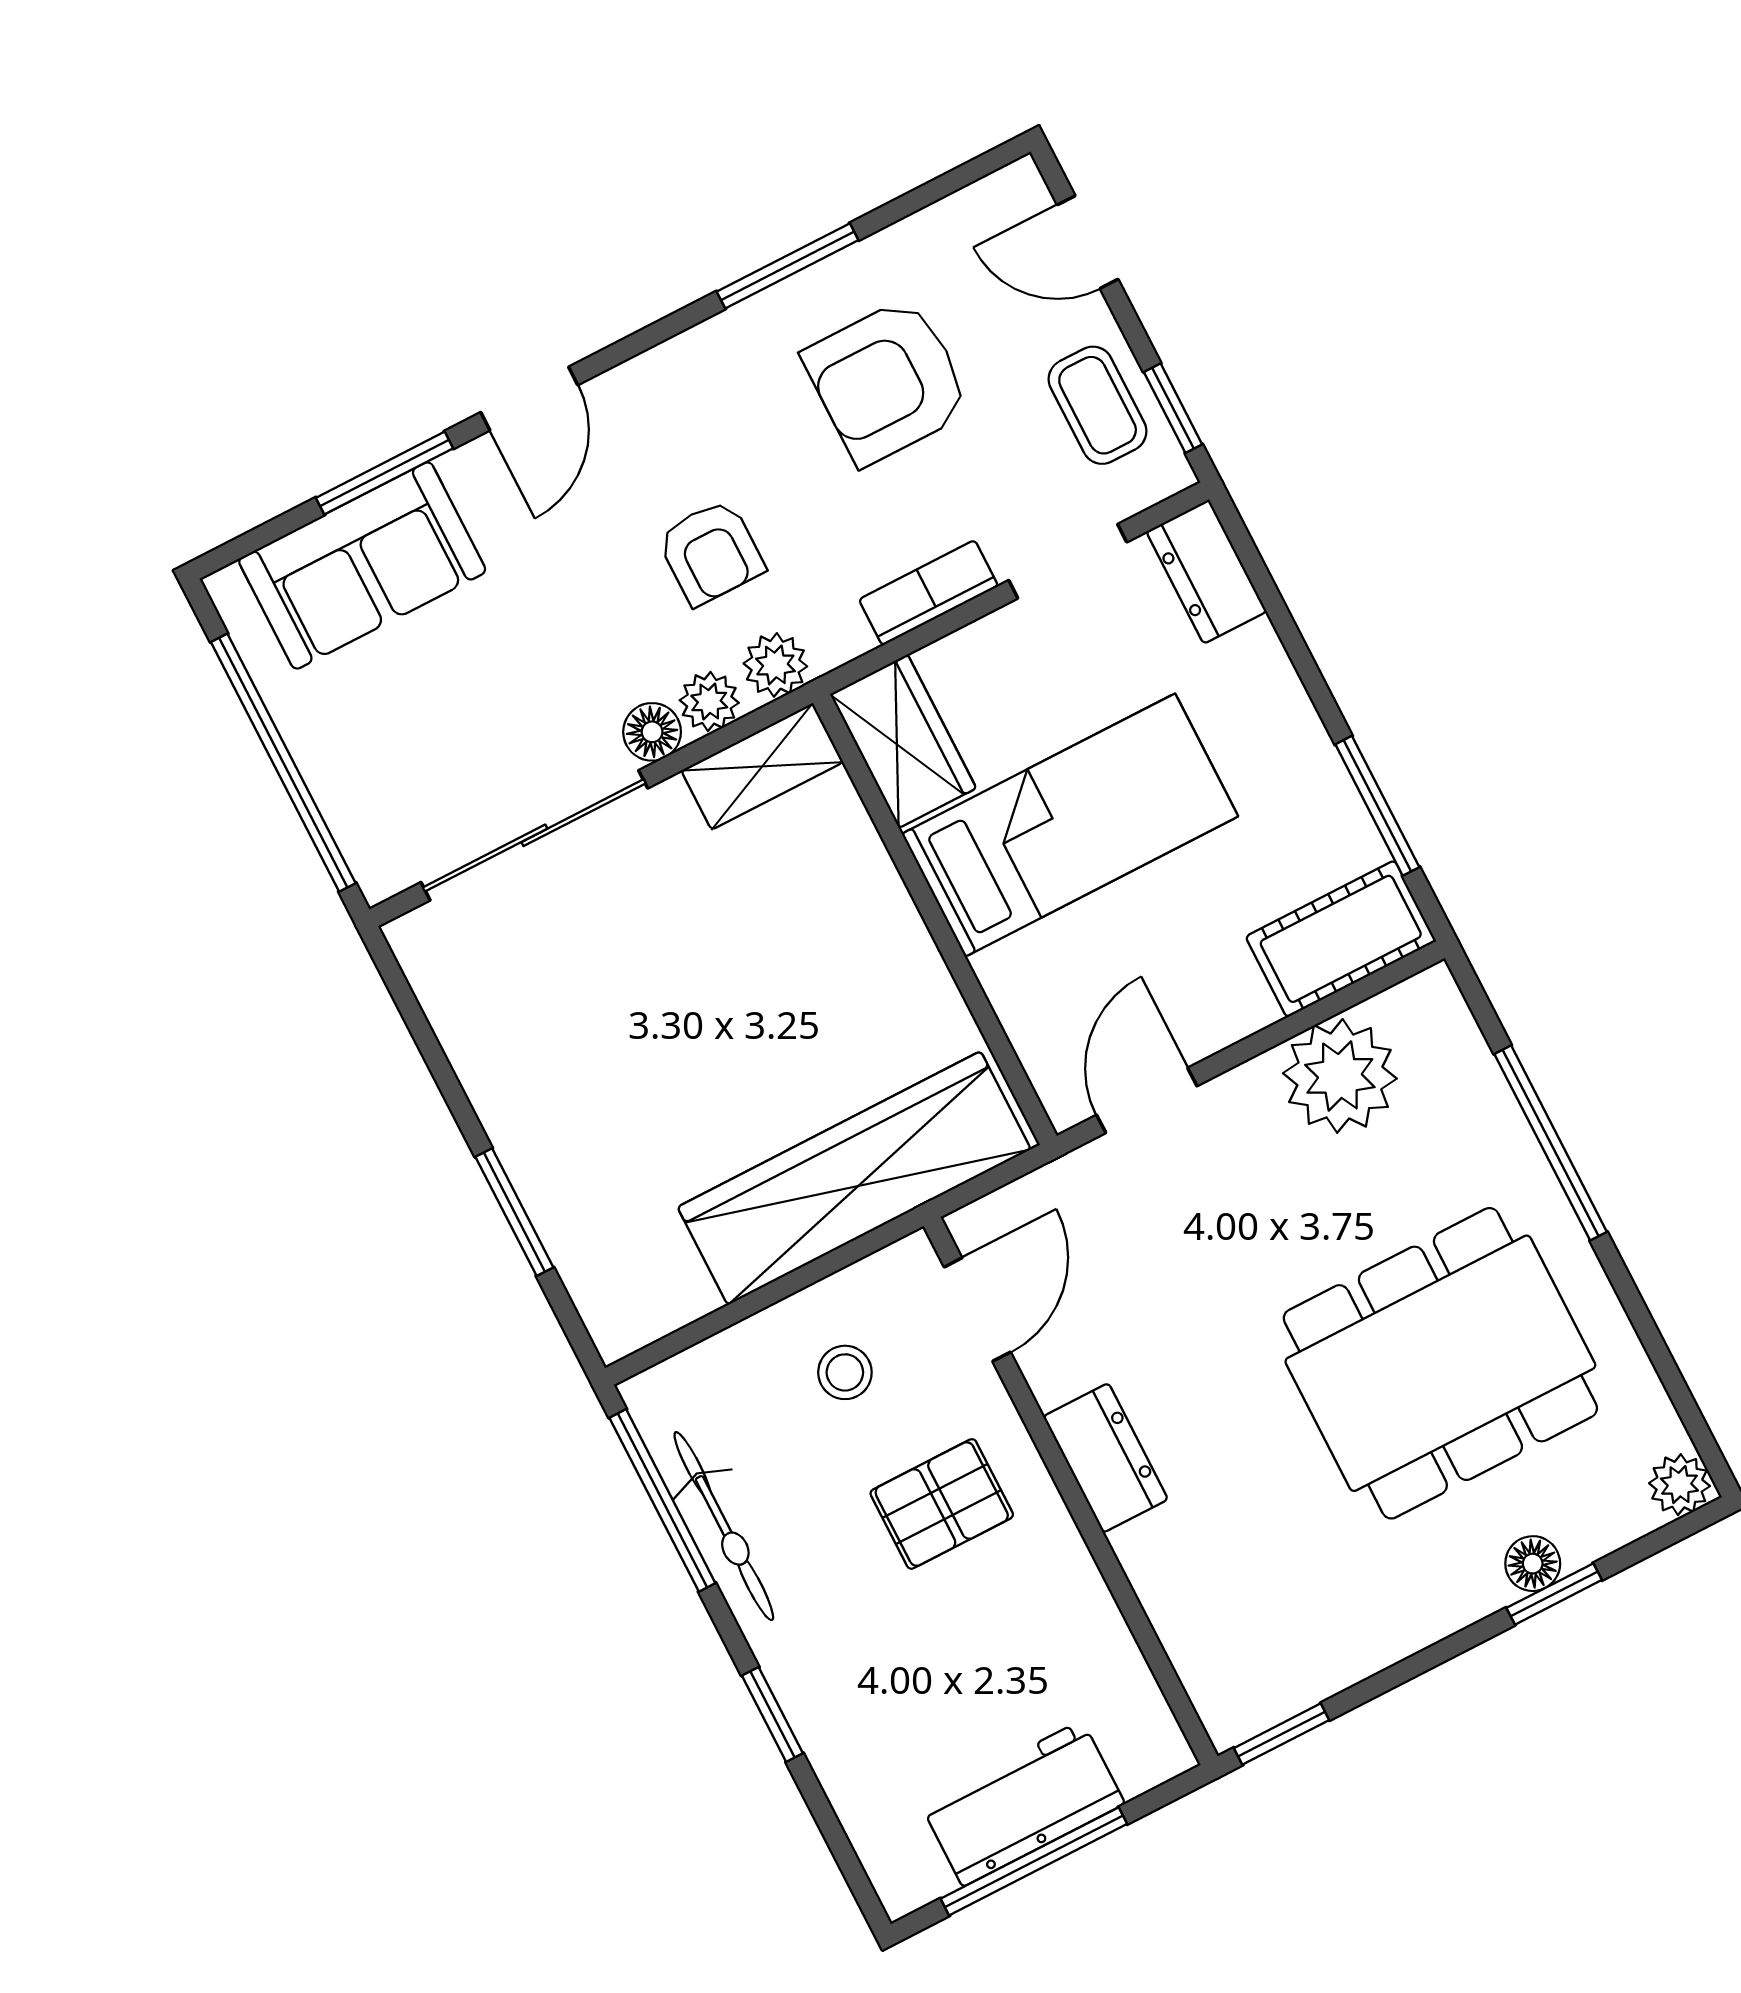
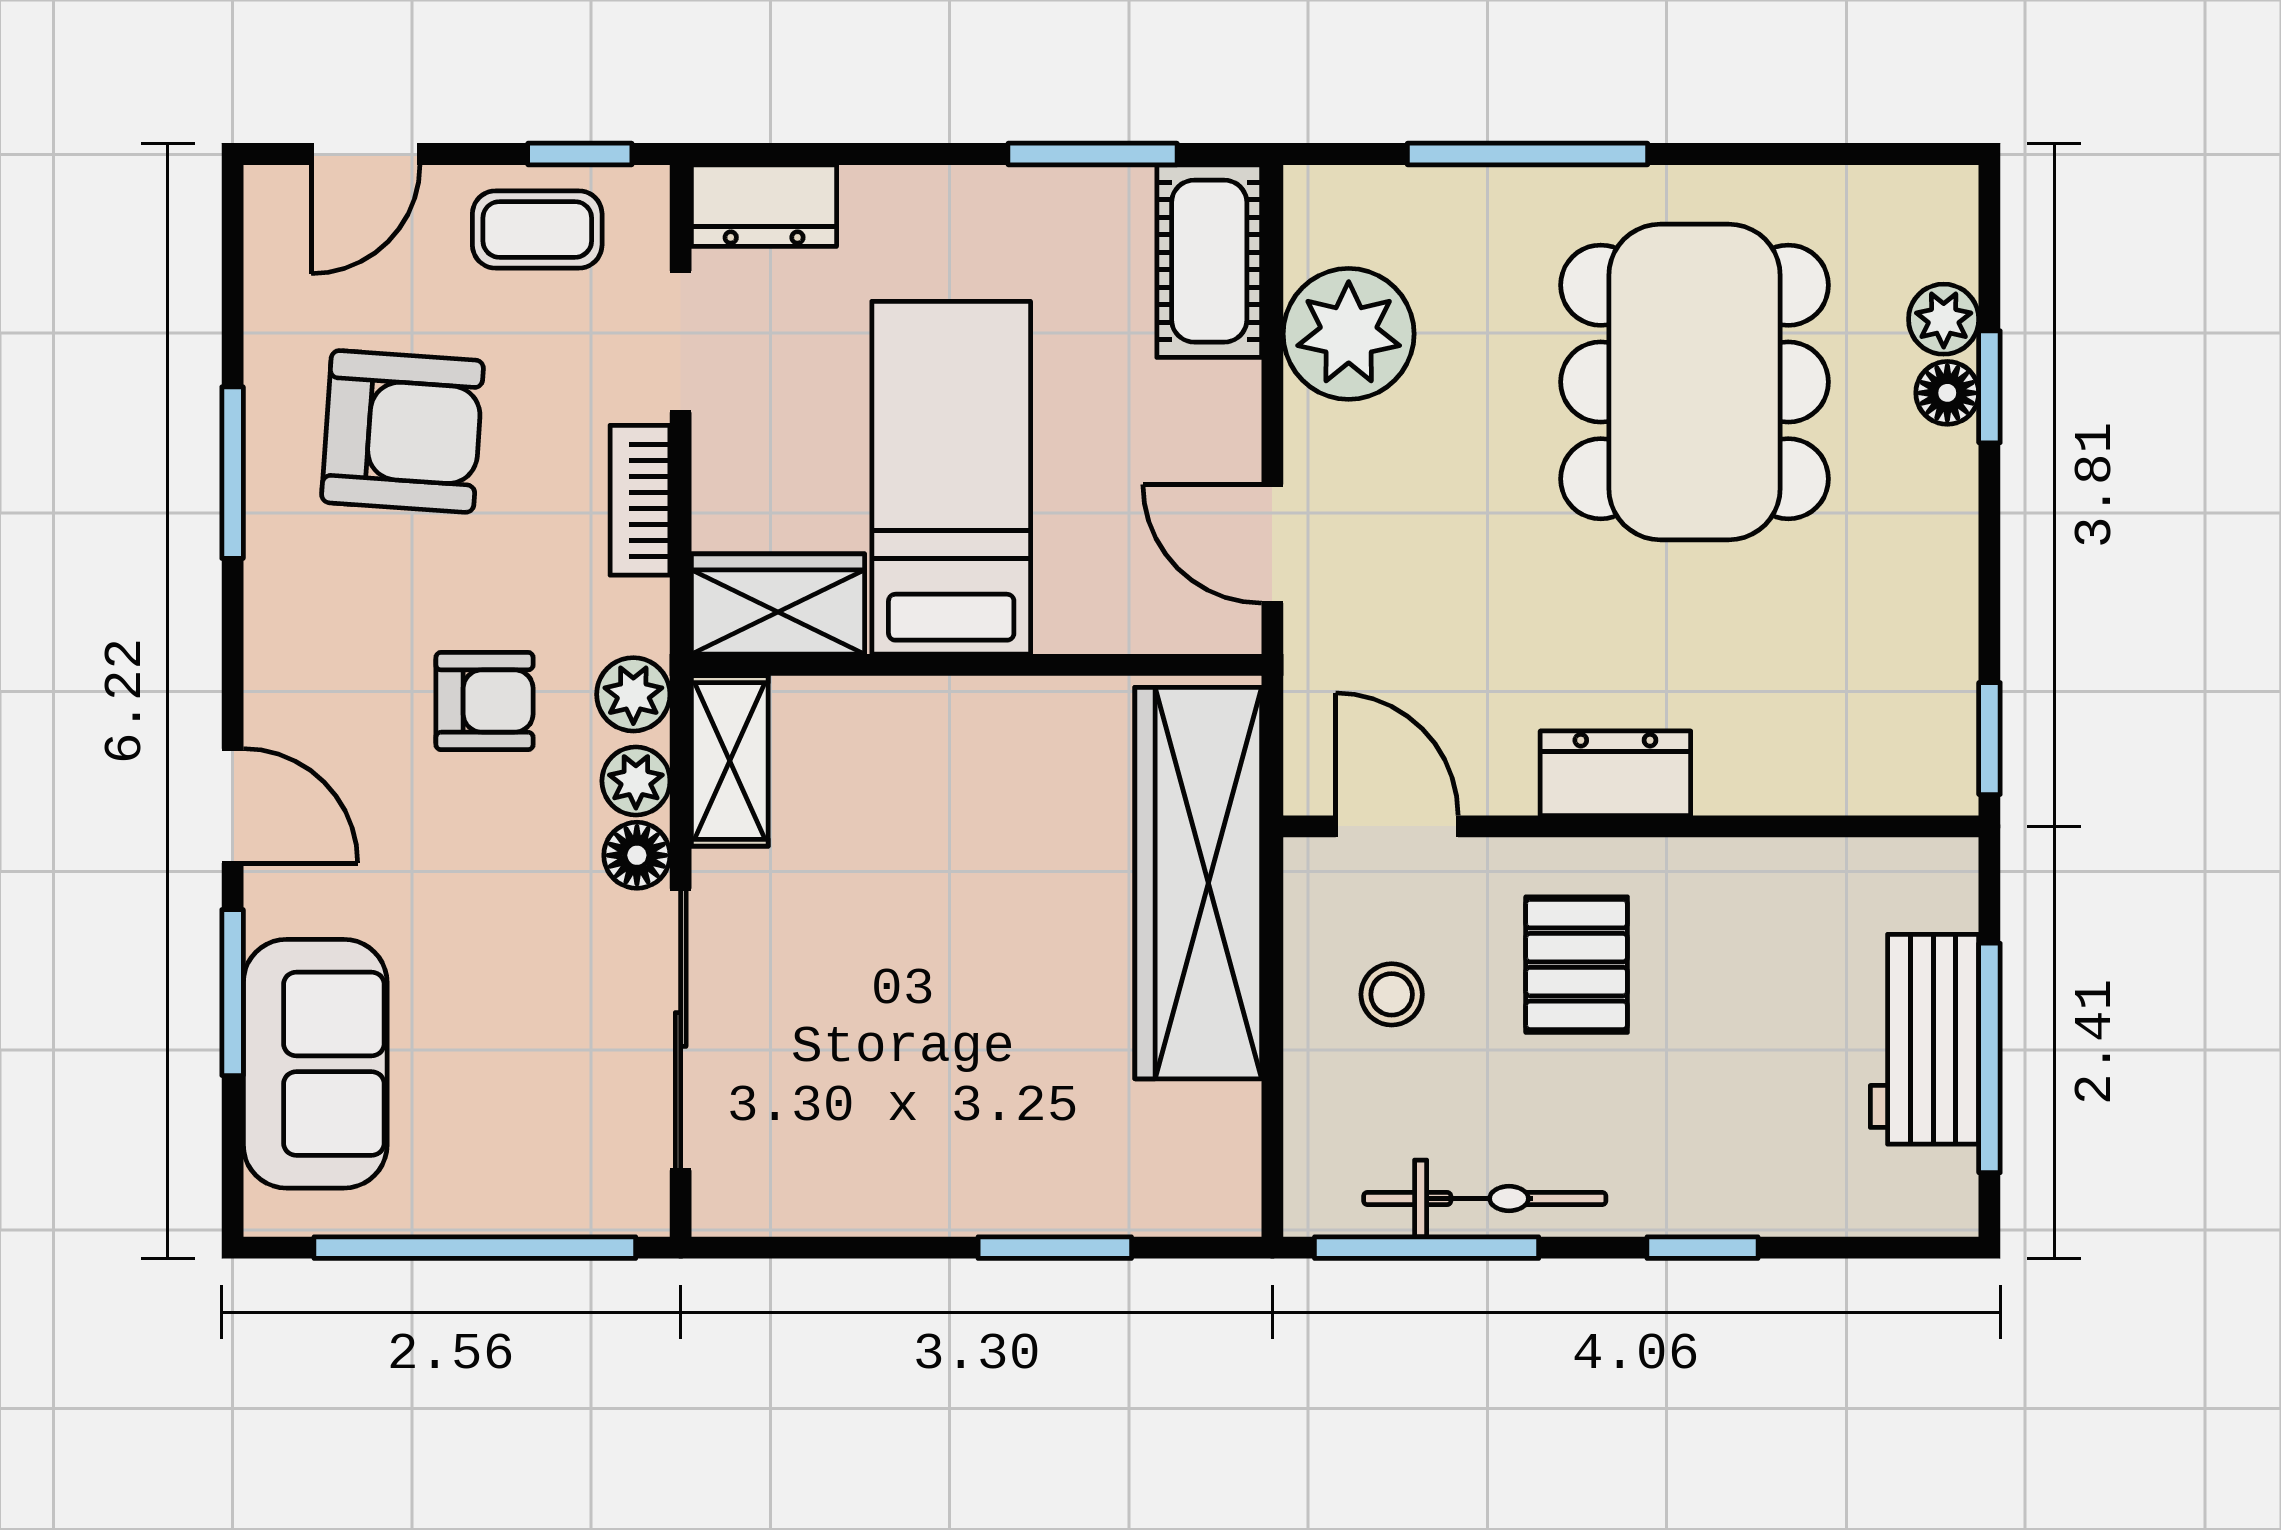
armchair: (887, 381) -> (403, 431), turned -86
plant: (1679, 1485) -> (1944, 319), moved

